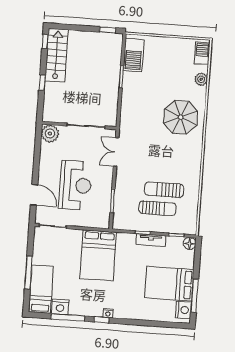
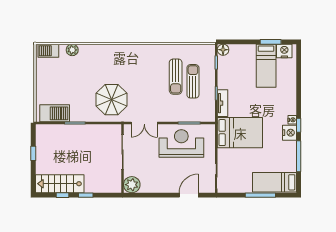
window: (108, 30) -> (33, 153), moved
window: (45, 41) -> (62, 195), moved
parasol: (181, 117) -> (112, 100), moved
reception desk: (75, 185) -> (181, 143), moved
tv unit: (151, 240) -> (223, 103), moved
bed: (169, 284) -> (266, 66), width x0.67
window: (195, 296) -> (271, 42), width x0.69
nightstand: (60, 307) -> (290, 133), moved

